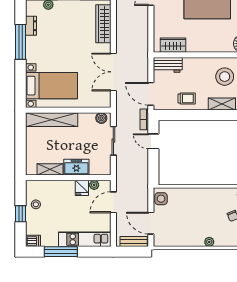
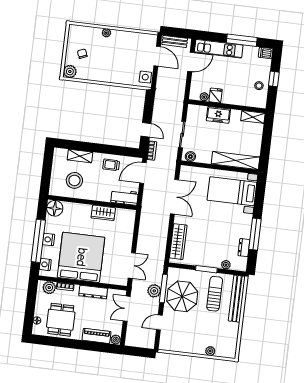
wardrobe: (173, 45) -> (103, 213), moved
door: (151, 94) -> (143, 173), swing flipped
shelving: (50, 169) -> (253, 117), moved
door: (113, 202) -> (191, 62), moved

